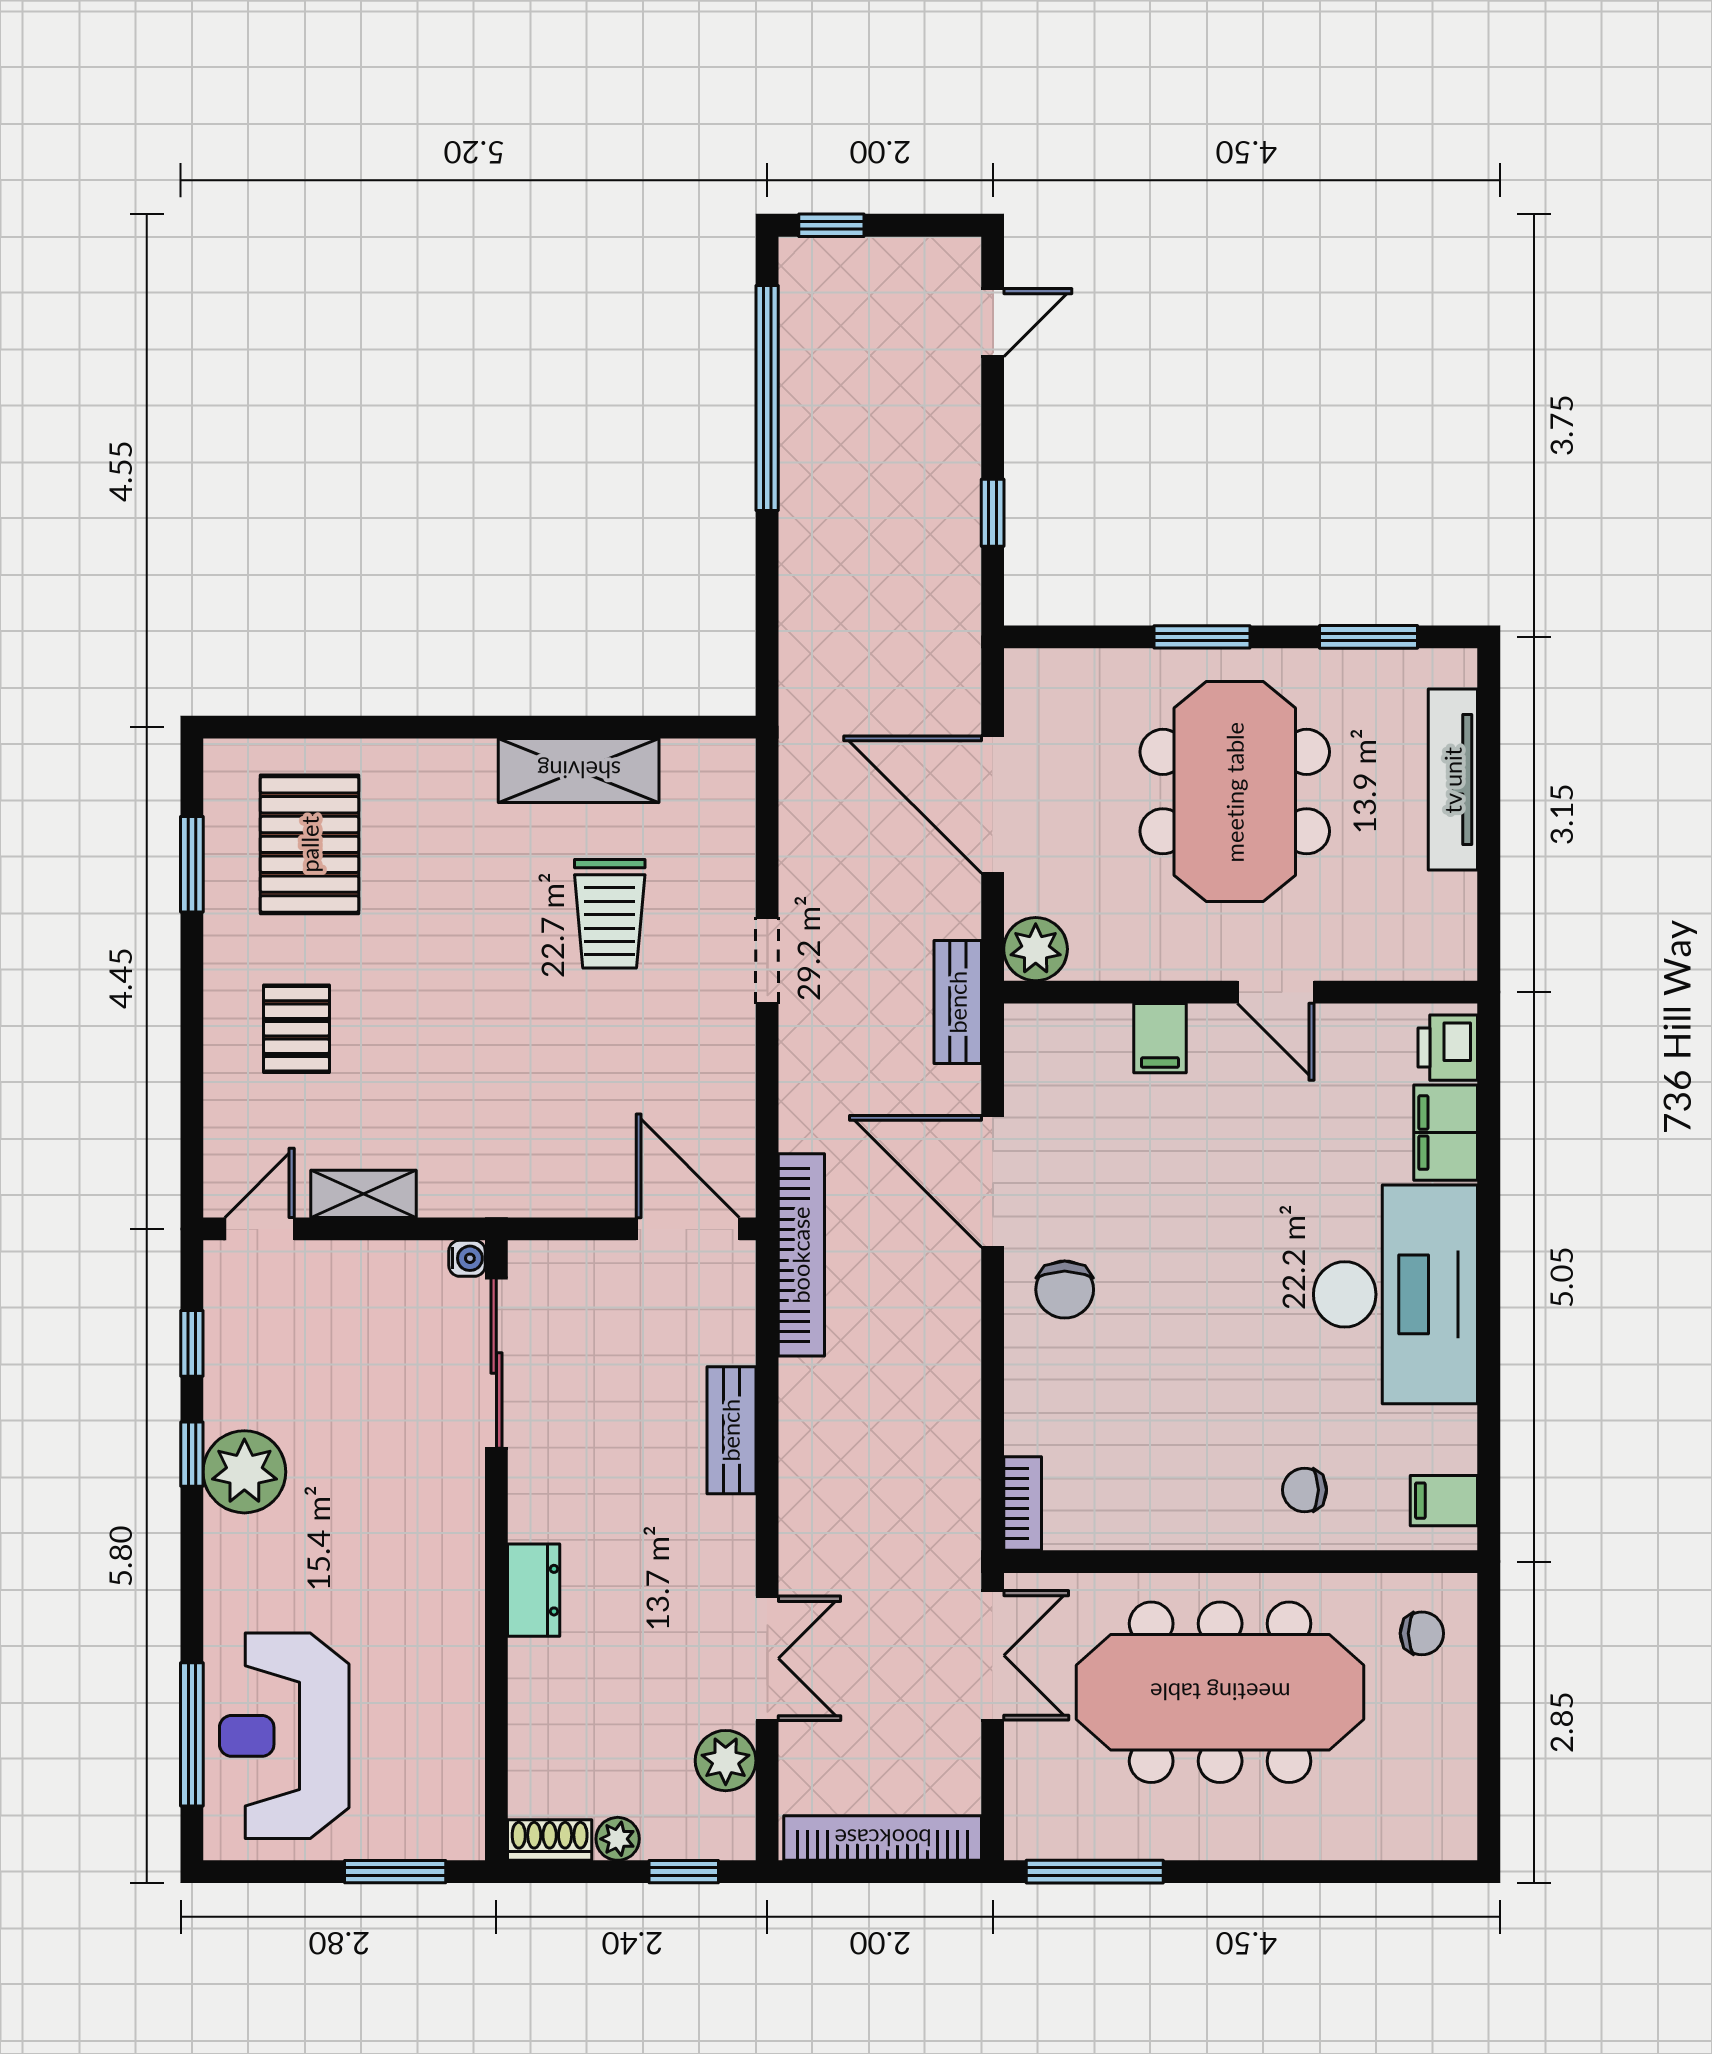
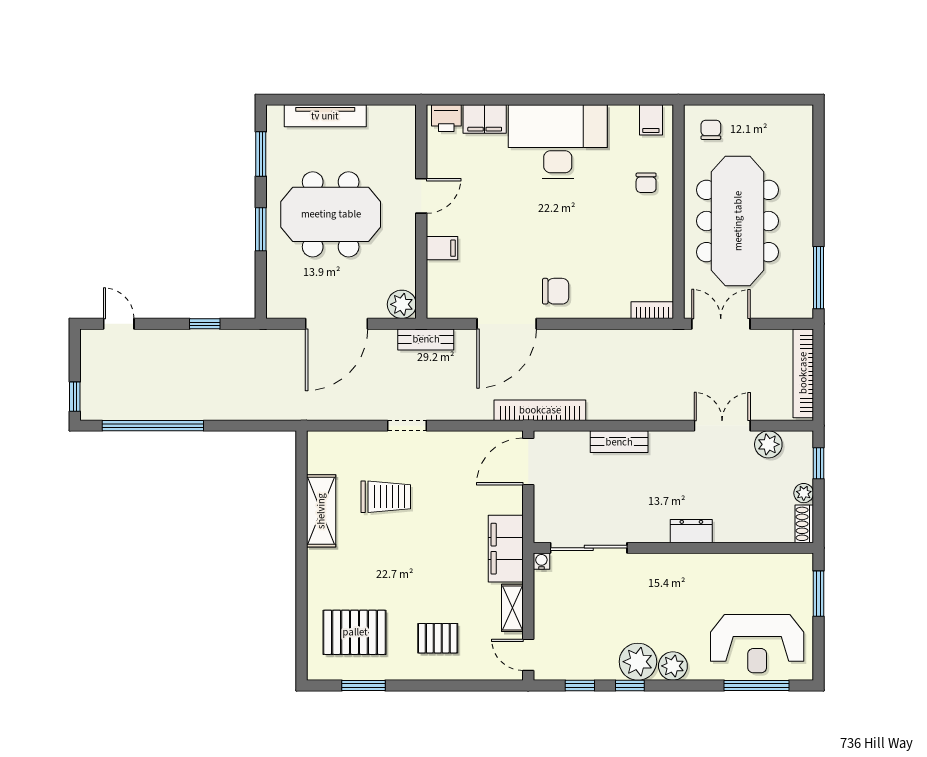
filing cabinet: (495, 1179) -> (506, 549), added
plant: (235, 1549) -> (673, 666), added

